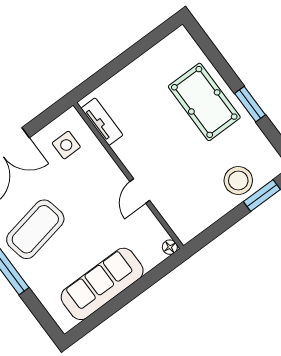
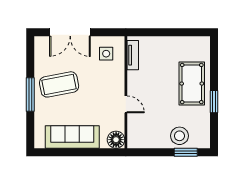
door: (140, 191) -> (126, 104), swing flipped
floor lamp: (170, 247) -> (116, 140), width x1.89, depth x1.89

